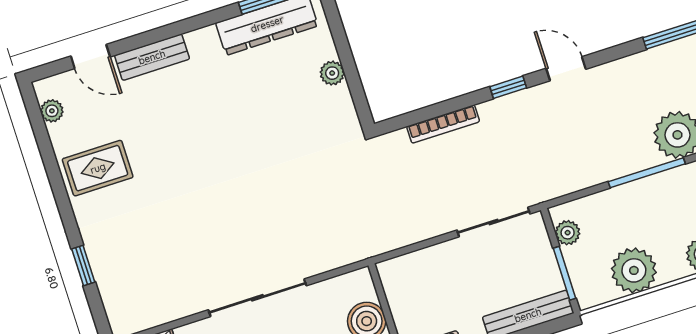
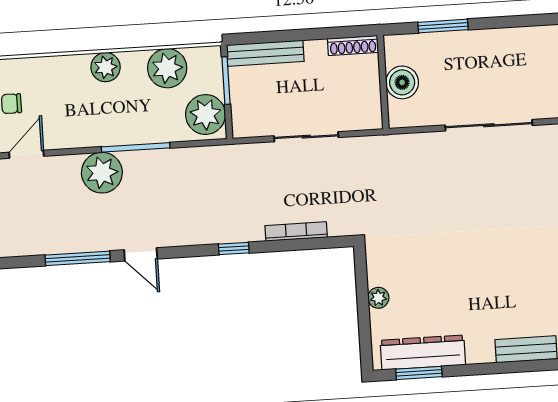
door: (566, 69) -> (141, 254), moved
sliding door: (494, 222) -> (306, 137), moved
plant: (568, 233) -> (206, 115), width x1.87, depth x1.87

